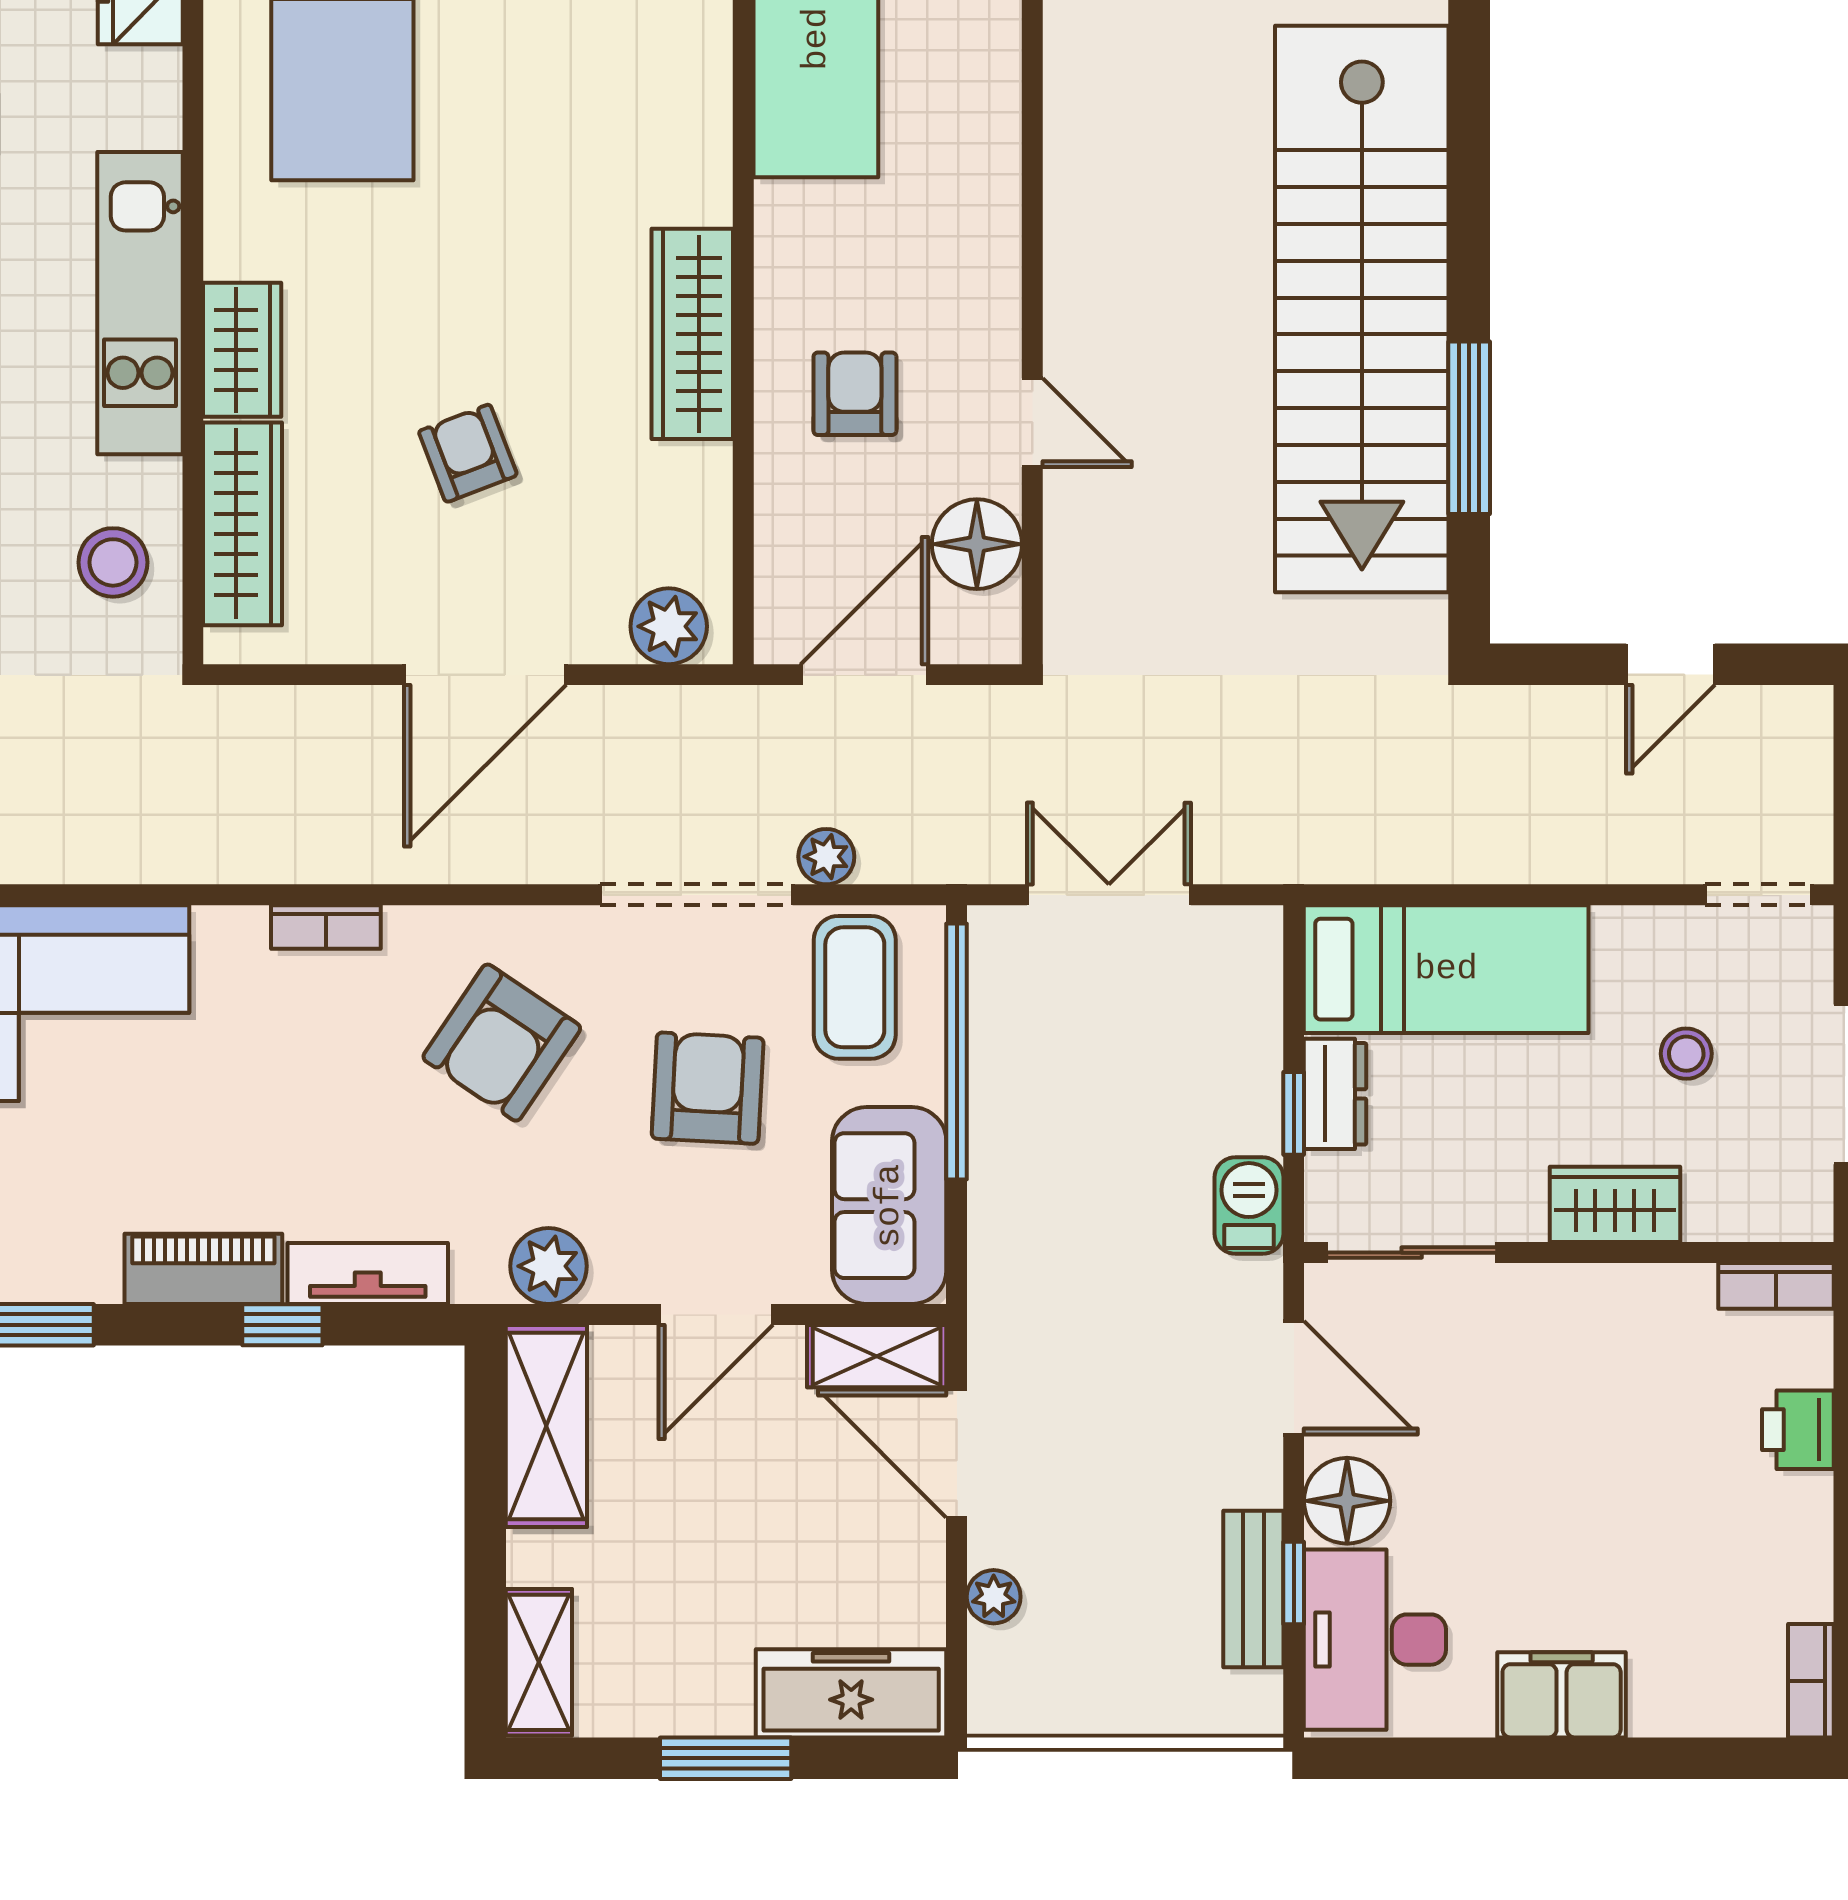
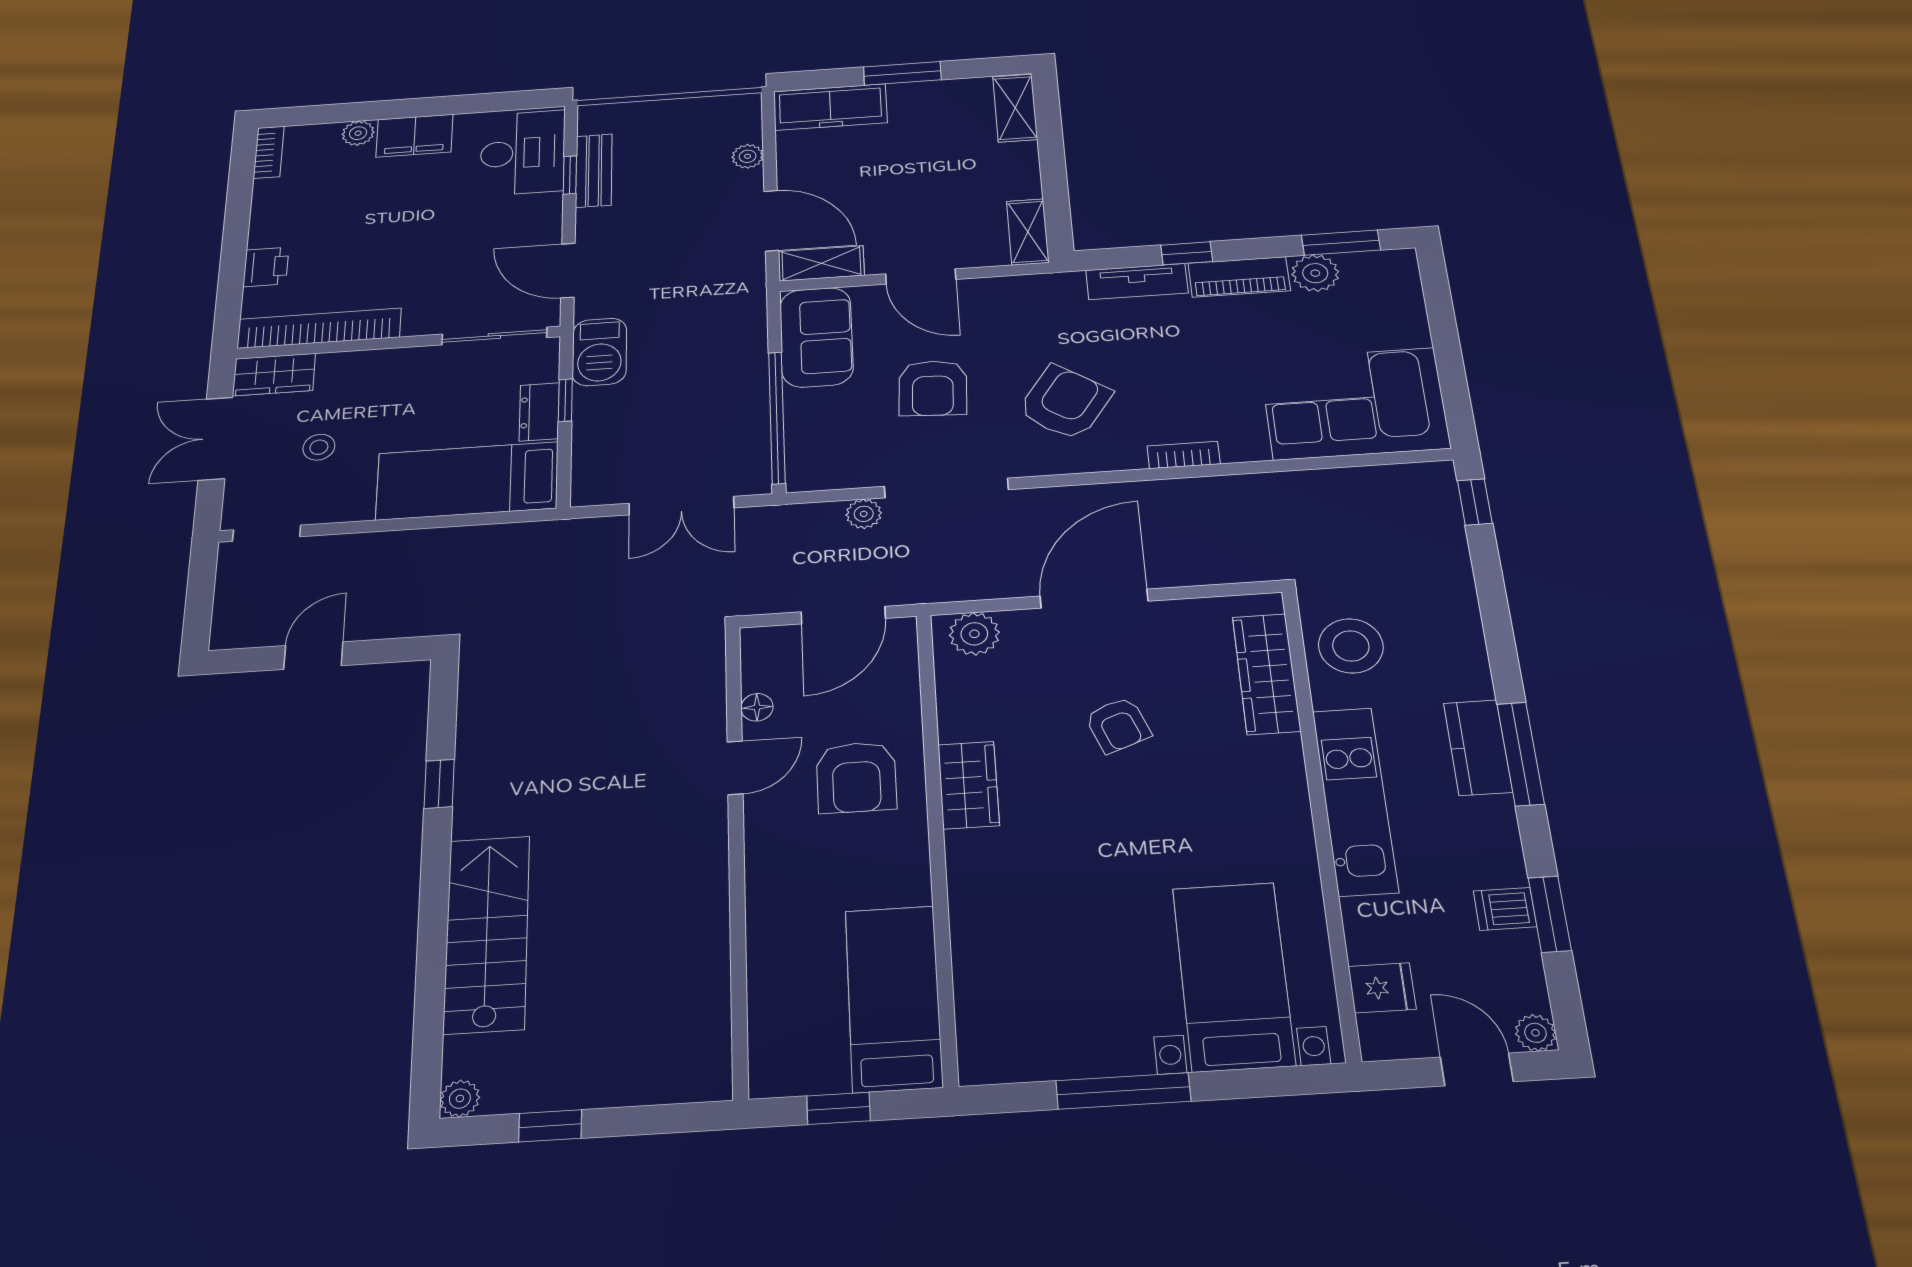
stairs: (1362, 309) -> (487, 934), width x0.54, depth x0.66
wardrobe: (692, 334) -> (969, 785), width x0.67
wardrobe: (242, 350) -> (1280, 777), removed
armchair: (855, 394) -> (856, 777), width x1.38, depth x1.38
door: (1032, 423) -> (735, 768), swing flipped
window: (1469, 428) -> (439, 784), width x0.46
floor lamp: (977, 544) -> (757, 707), width x0.53, depth x0.53
stool: (113, 562) -> (1351, 646), width x1.38, depth x1.38
coffee table: (855, 987) -> (842, 446), removed
wardrobe: (1615, 1204) -> (274, 375), moved
barbecue: (1249, 1206) -> (599, 352), width x1.38, depth x1.27
plant: (549, 1266) -> (1315, 273), moved
bookcase: (1776, 1286) -> (319, 328), width x2.31, depth x1.31
door: (716, 1314) -> (921, 277), swing flipped
shelving: (546, 1426) -> (1028, 232), width x0.67, depth x0.75
floor lamp: (1347, 1501) -> (537, 215), removed
plant: (1659, 1710) -> (358, 133), added

